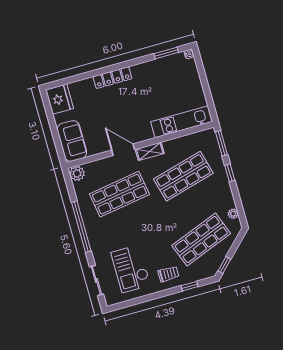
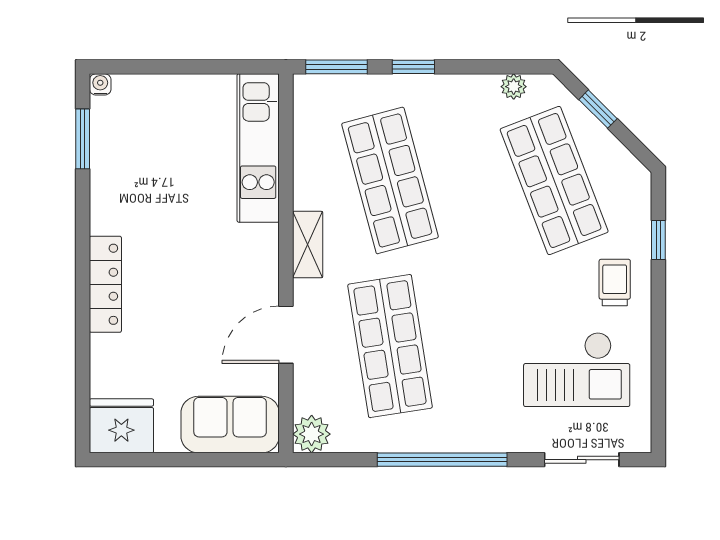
door: (123, 150) -> (286, 335), moved
window: (224, 265) -> (598, 109), moved

